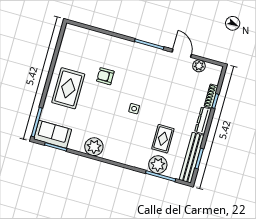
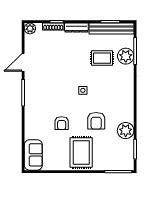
plant: (199, 66) -> (30, 28), moved
rug: (68, 88) -> (81, 152), turned 90
armchair: (98, 114) -> (96, 121), added
sofa: (53, 134) -> (33, 155), moved, turned 180
plant: (94, 147) -> (126, 131), moved

